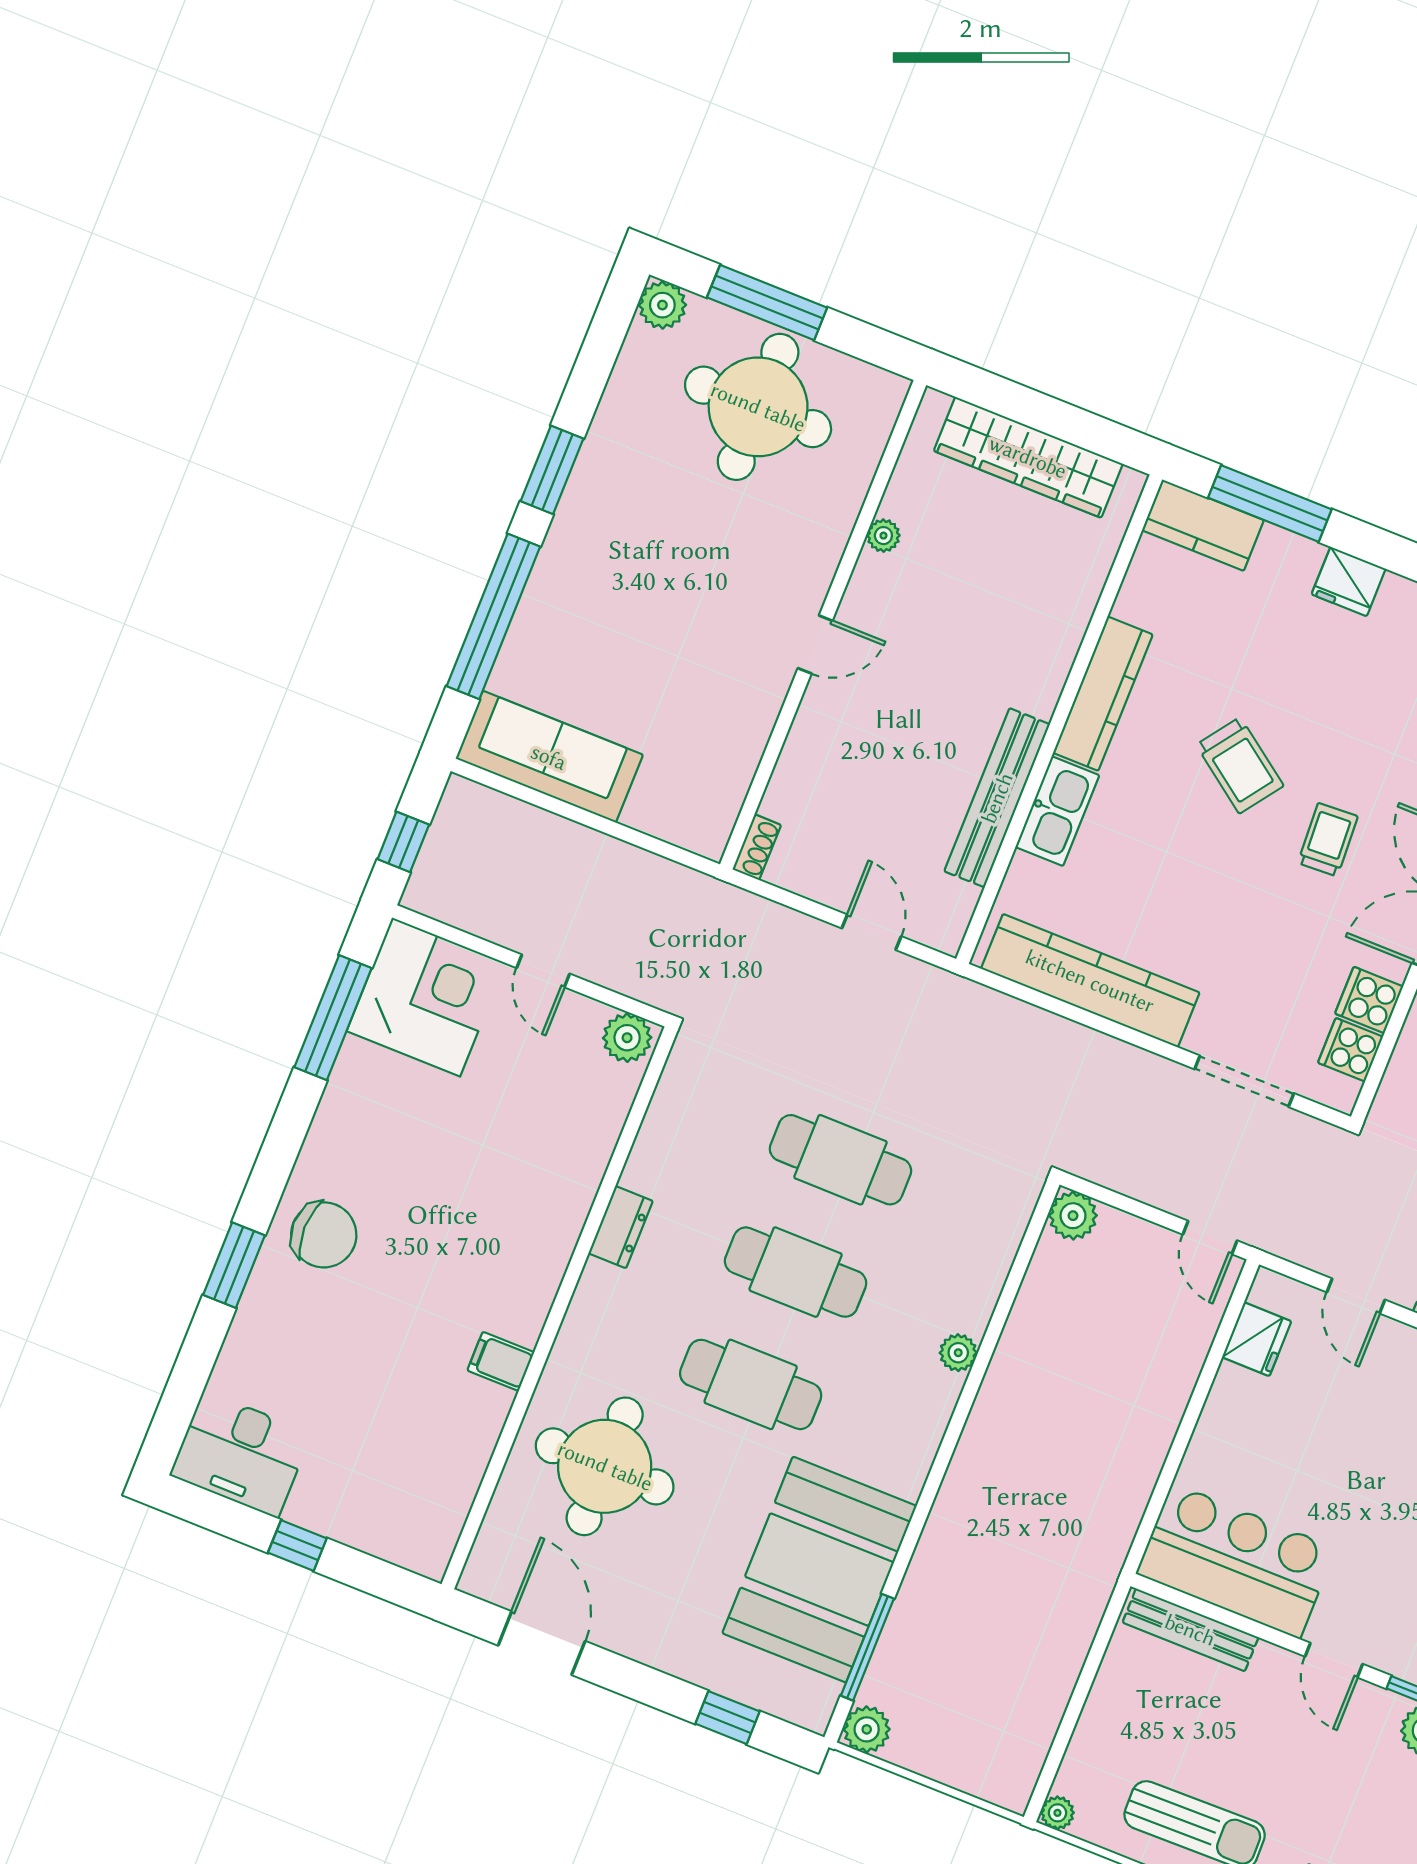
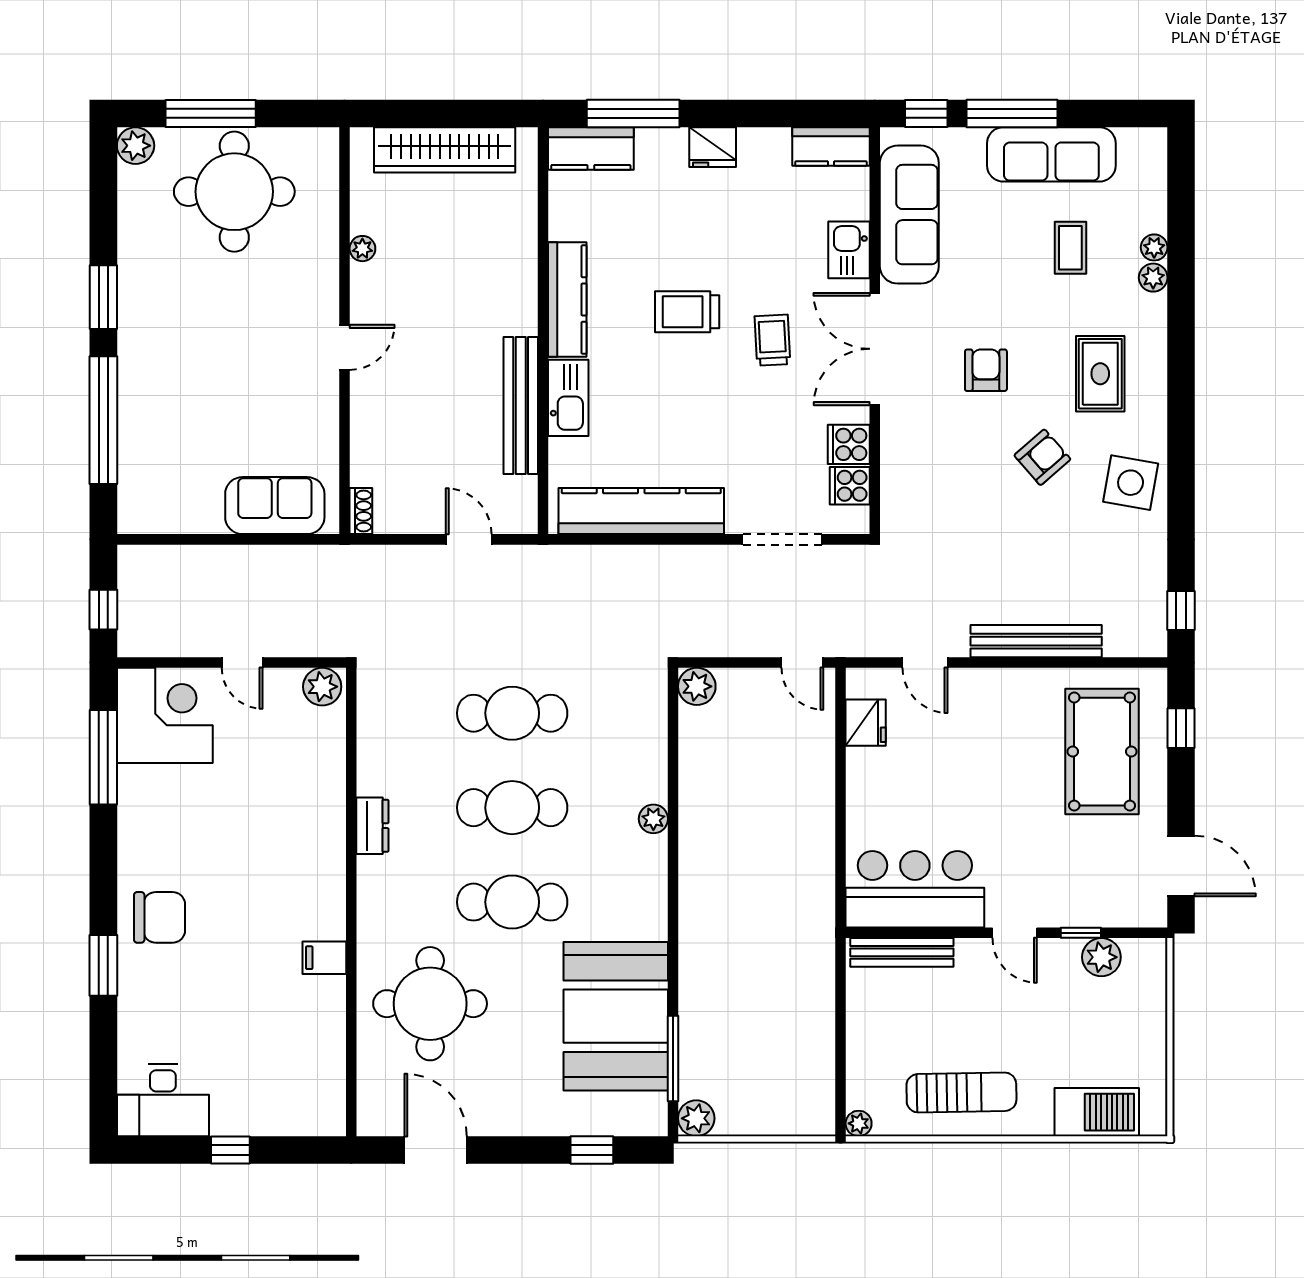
sofa: (549, 757) -> (275, 506), moved, width x0.73
trolley: (1240, 765) -> (687, 312), turned 144

